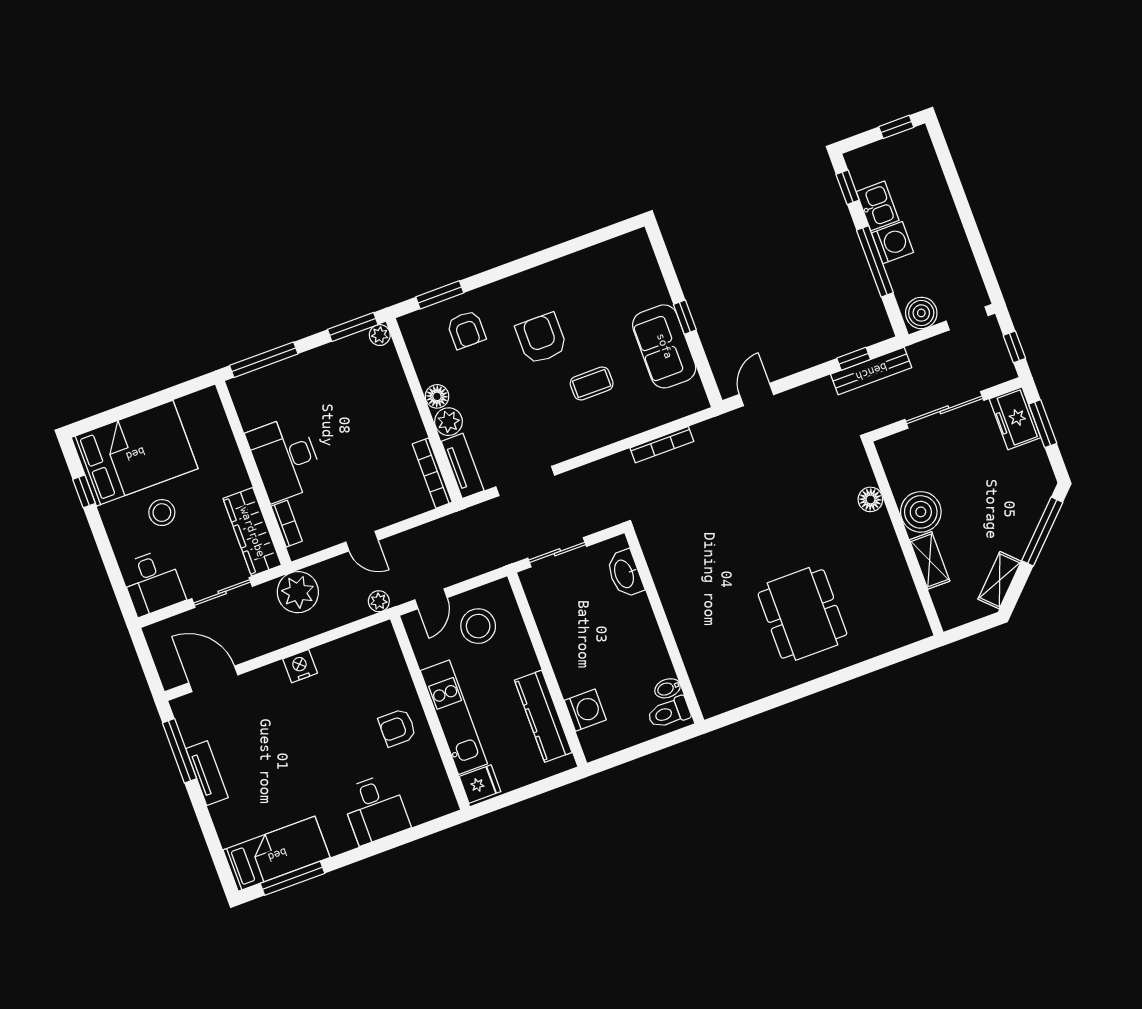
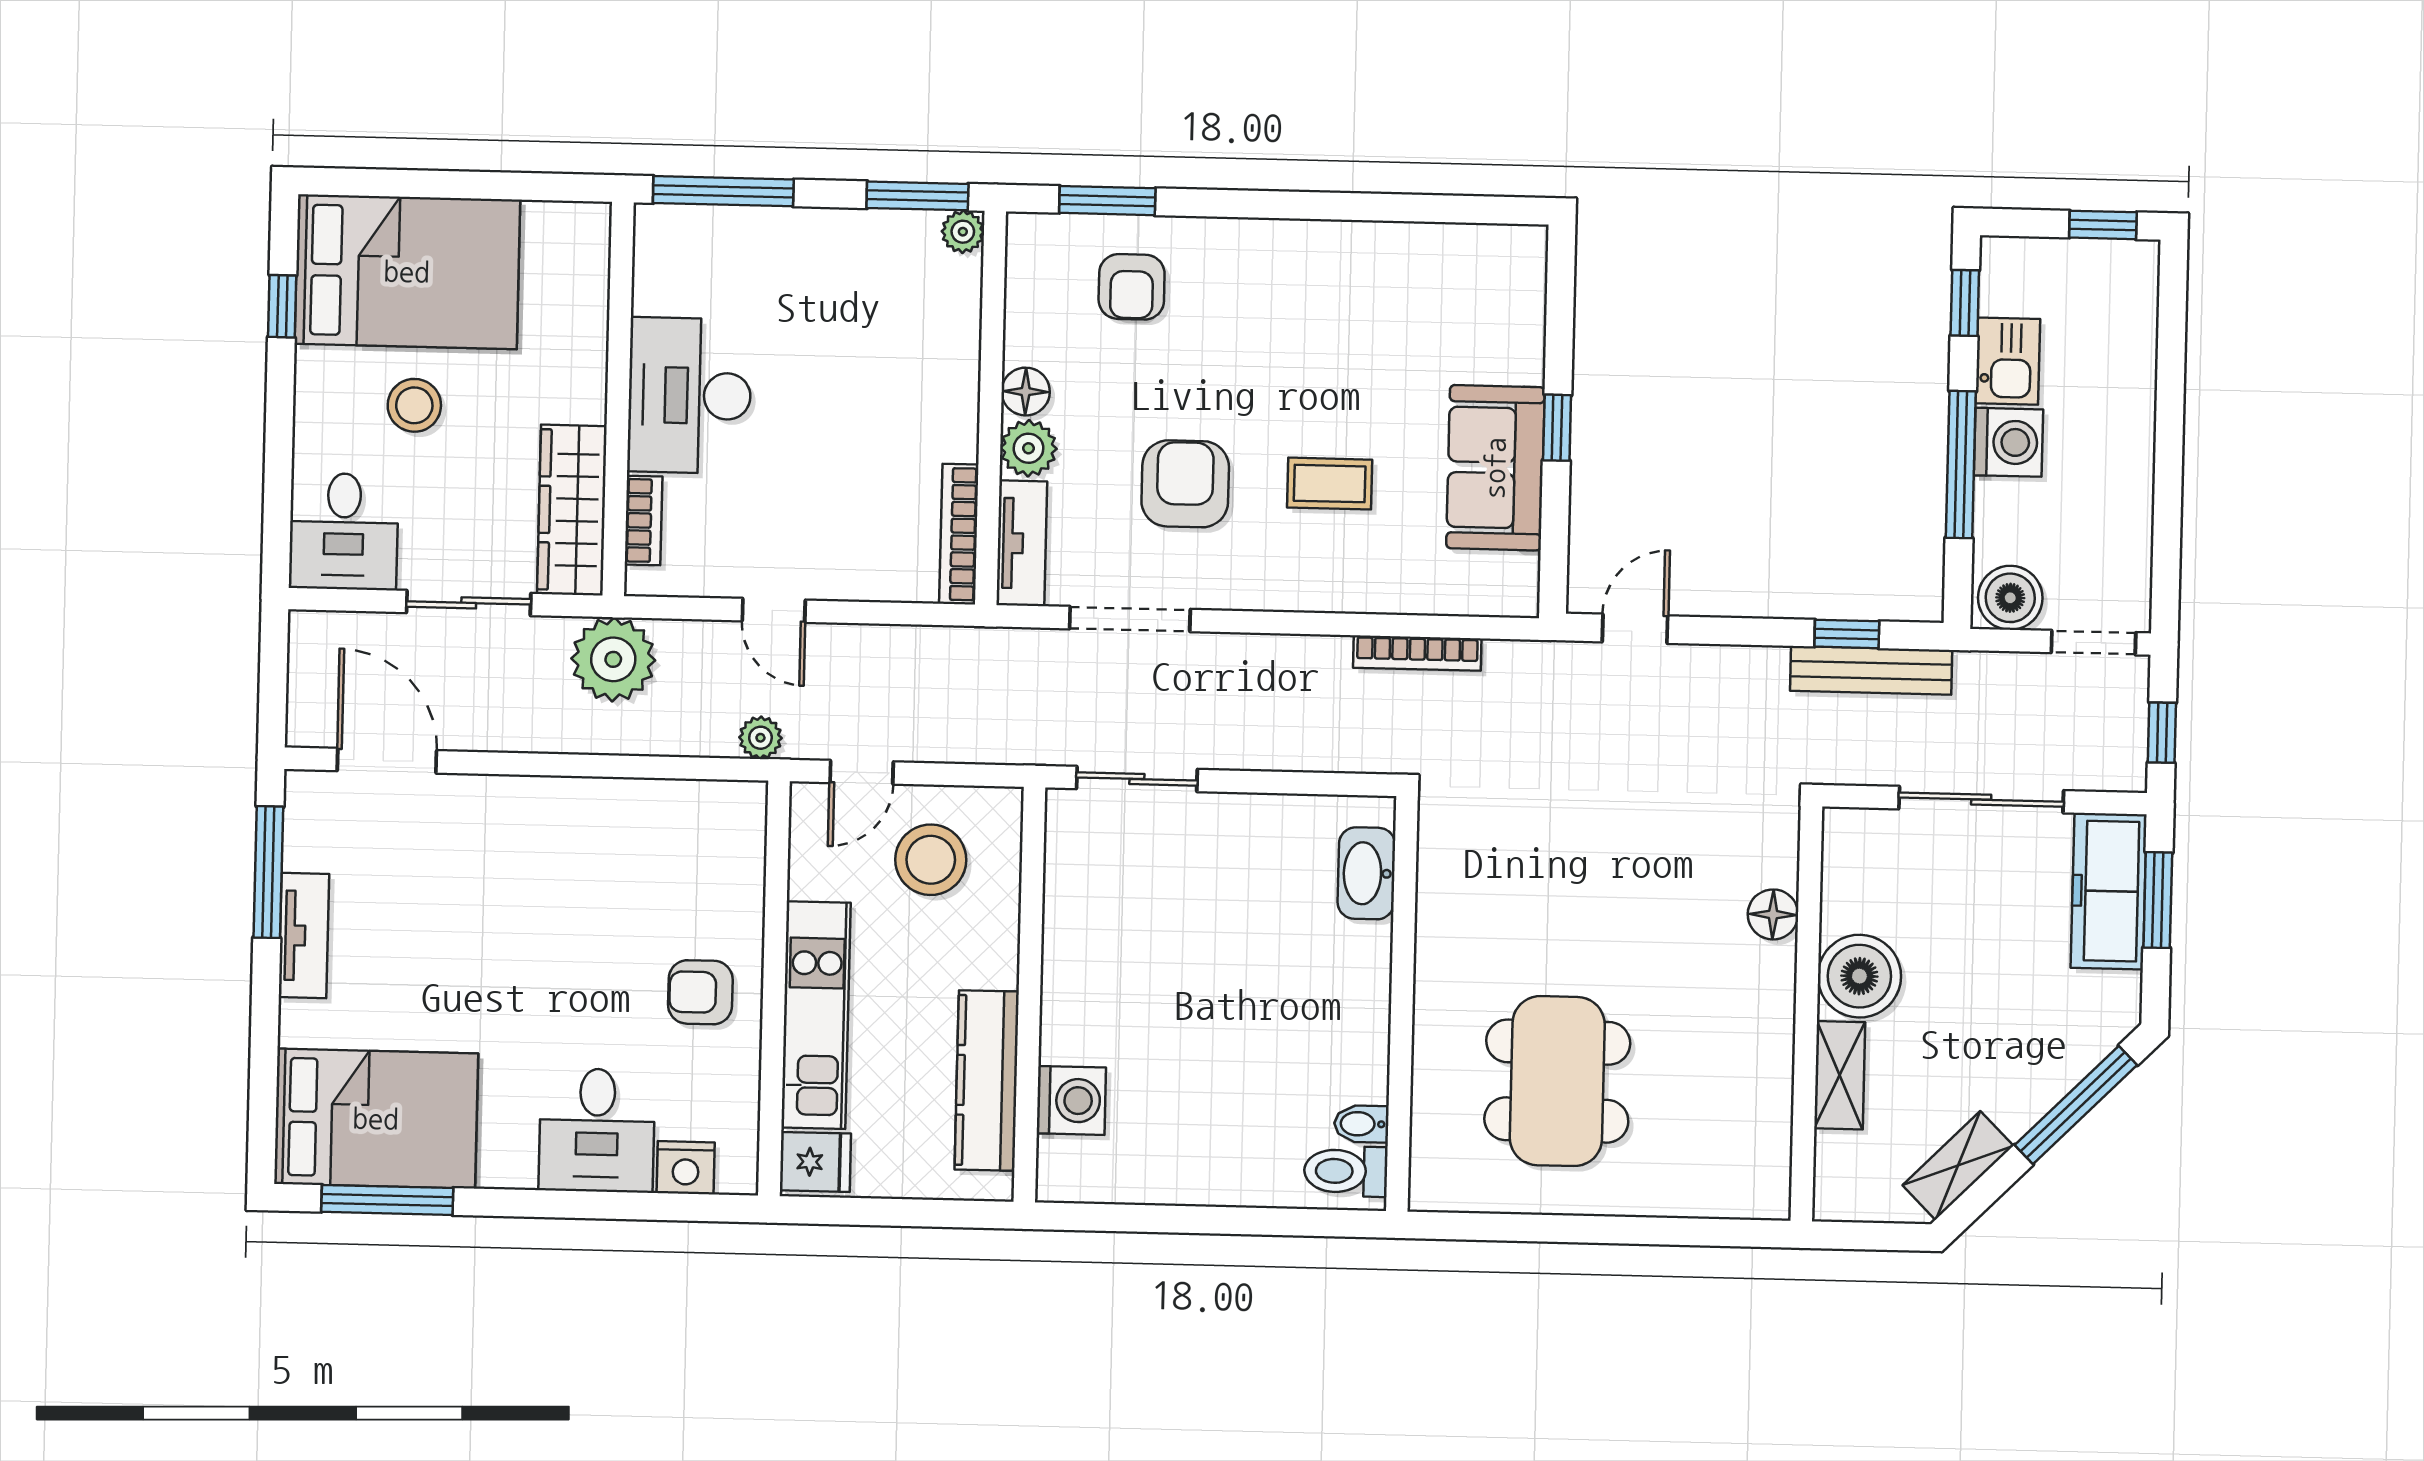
armchair: (541, 338) -> (1185, 484), moved
freezer: (1015, 418) -> (2109, 891), width x1.40
washbasin: (625, 574) -> (1366, 873), moved
wall: (664, 626) -> (1402, 1004), moved
nightstand: (300, 666) -> (686, 1168), moved, turned 180
bidet: (667, 688) -> (1361, 1124), moved
toilet: (669, 713) -> (1346, 1171), moved
bed: (277, 854) -> (376, 1119), width x1.50

